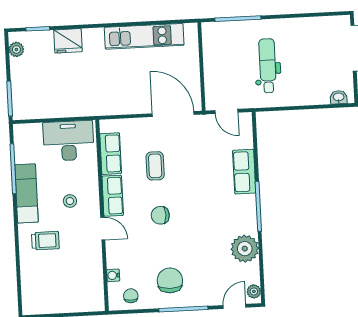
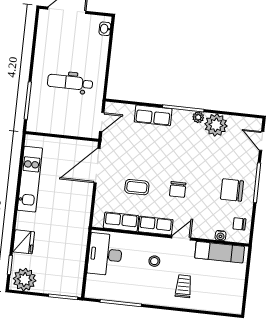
plant: (16, 49) -> (25, 280), width x1.88, depth x1.88
exam couch: (26, 193) -> (220, 252), moved, turned 180
plant: (254, 291) -> (198, 117), moved

